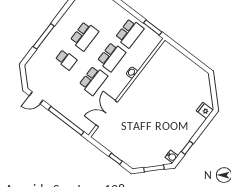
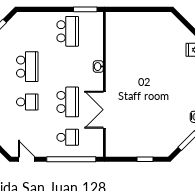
school desk: (111, 57) -> (68, 137), moved, width x0.54
door: (36, 98) -> (27, 159), swing flipped
double door: (107, 114) -> (104, 110), moved

